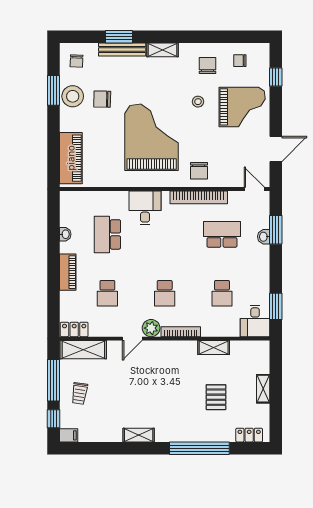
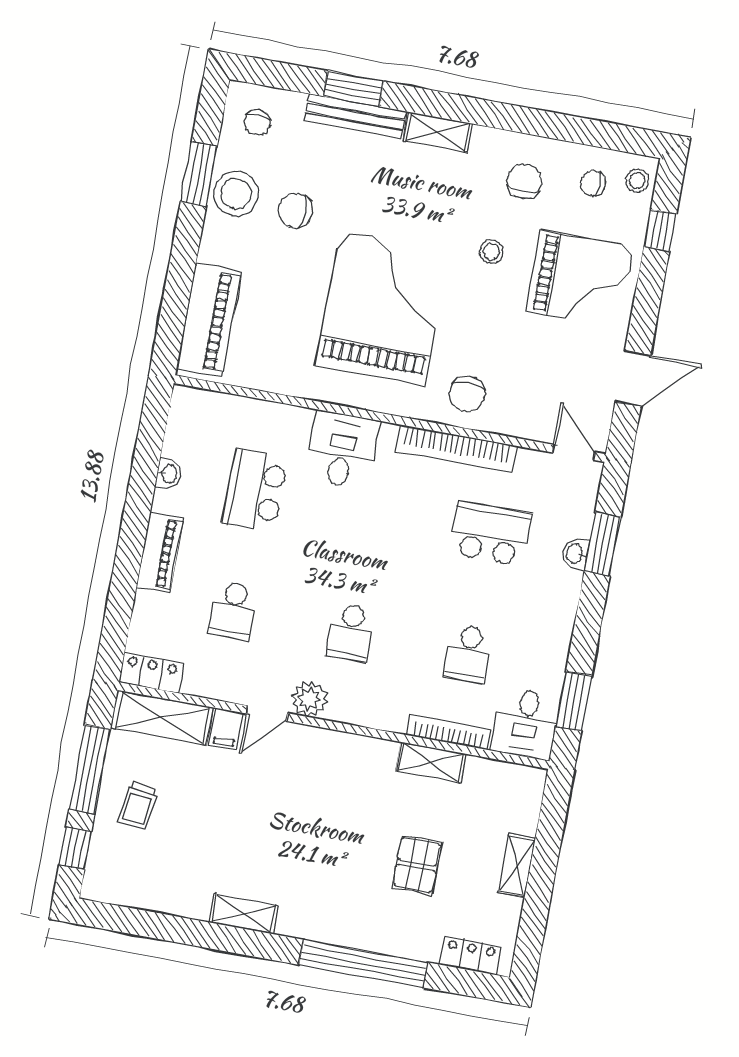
stool: (261, 55) -> (637, 181), added
bookcase: (181, 332) -> (449, 732), moved
filing cabinet: (69, 435) -> (226, 729), moved, turned 90

